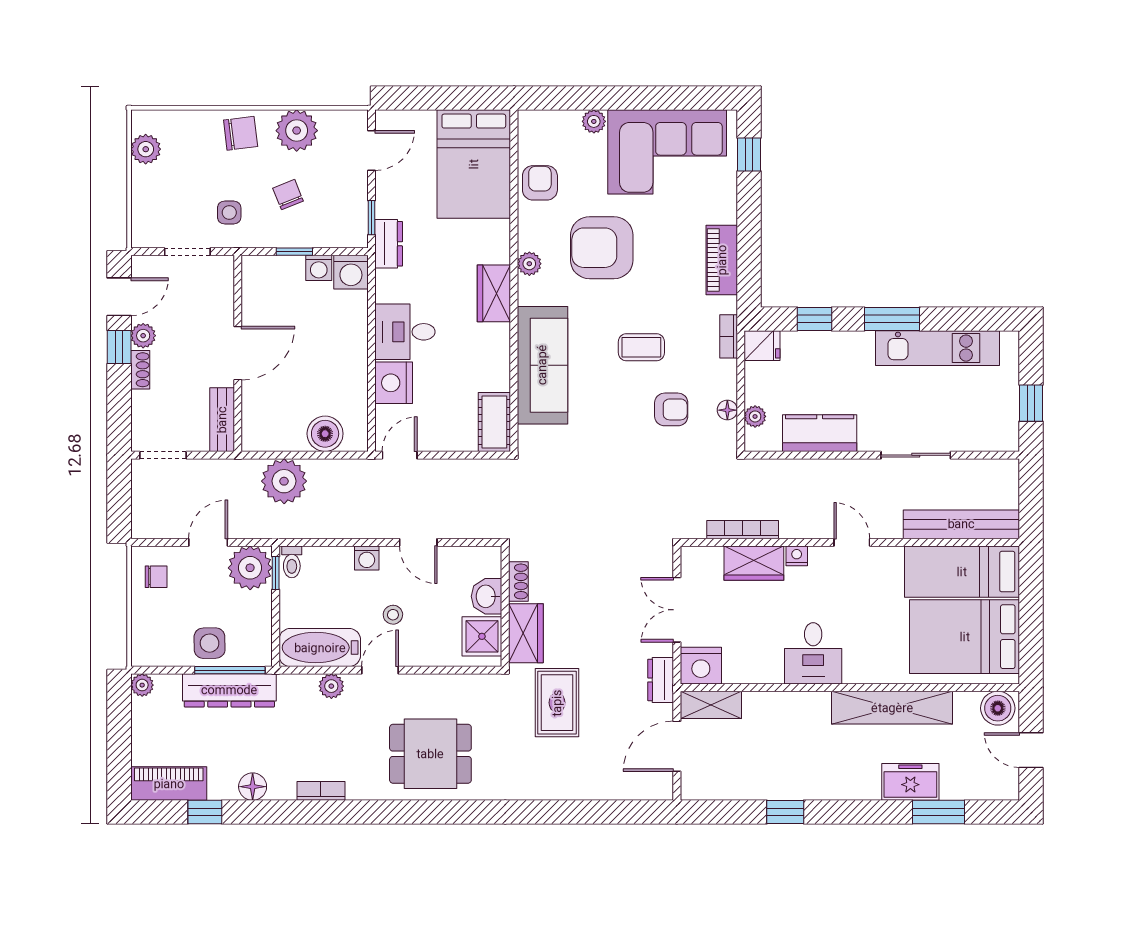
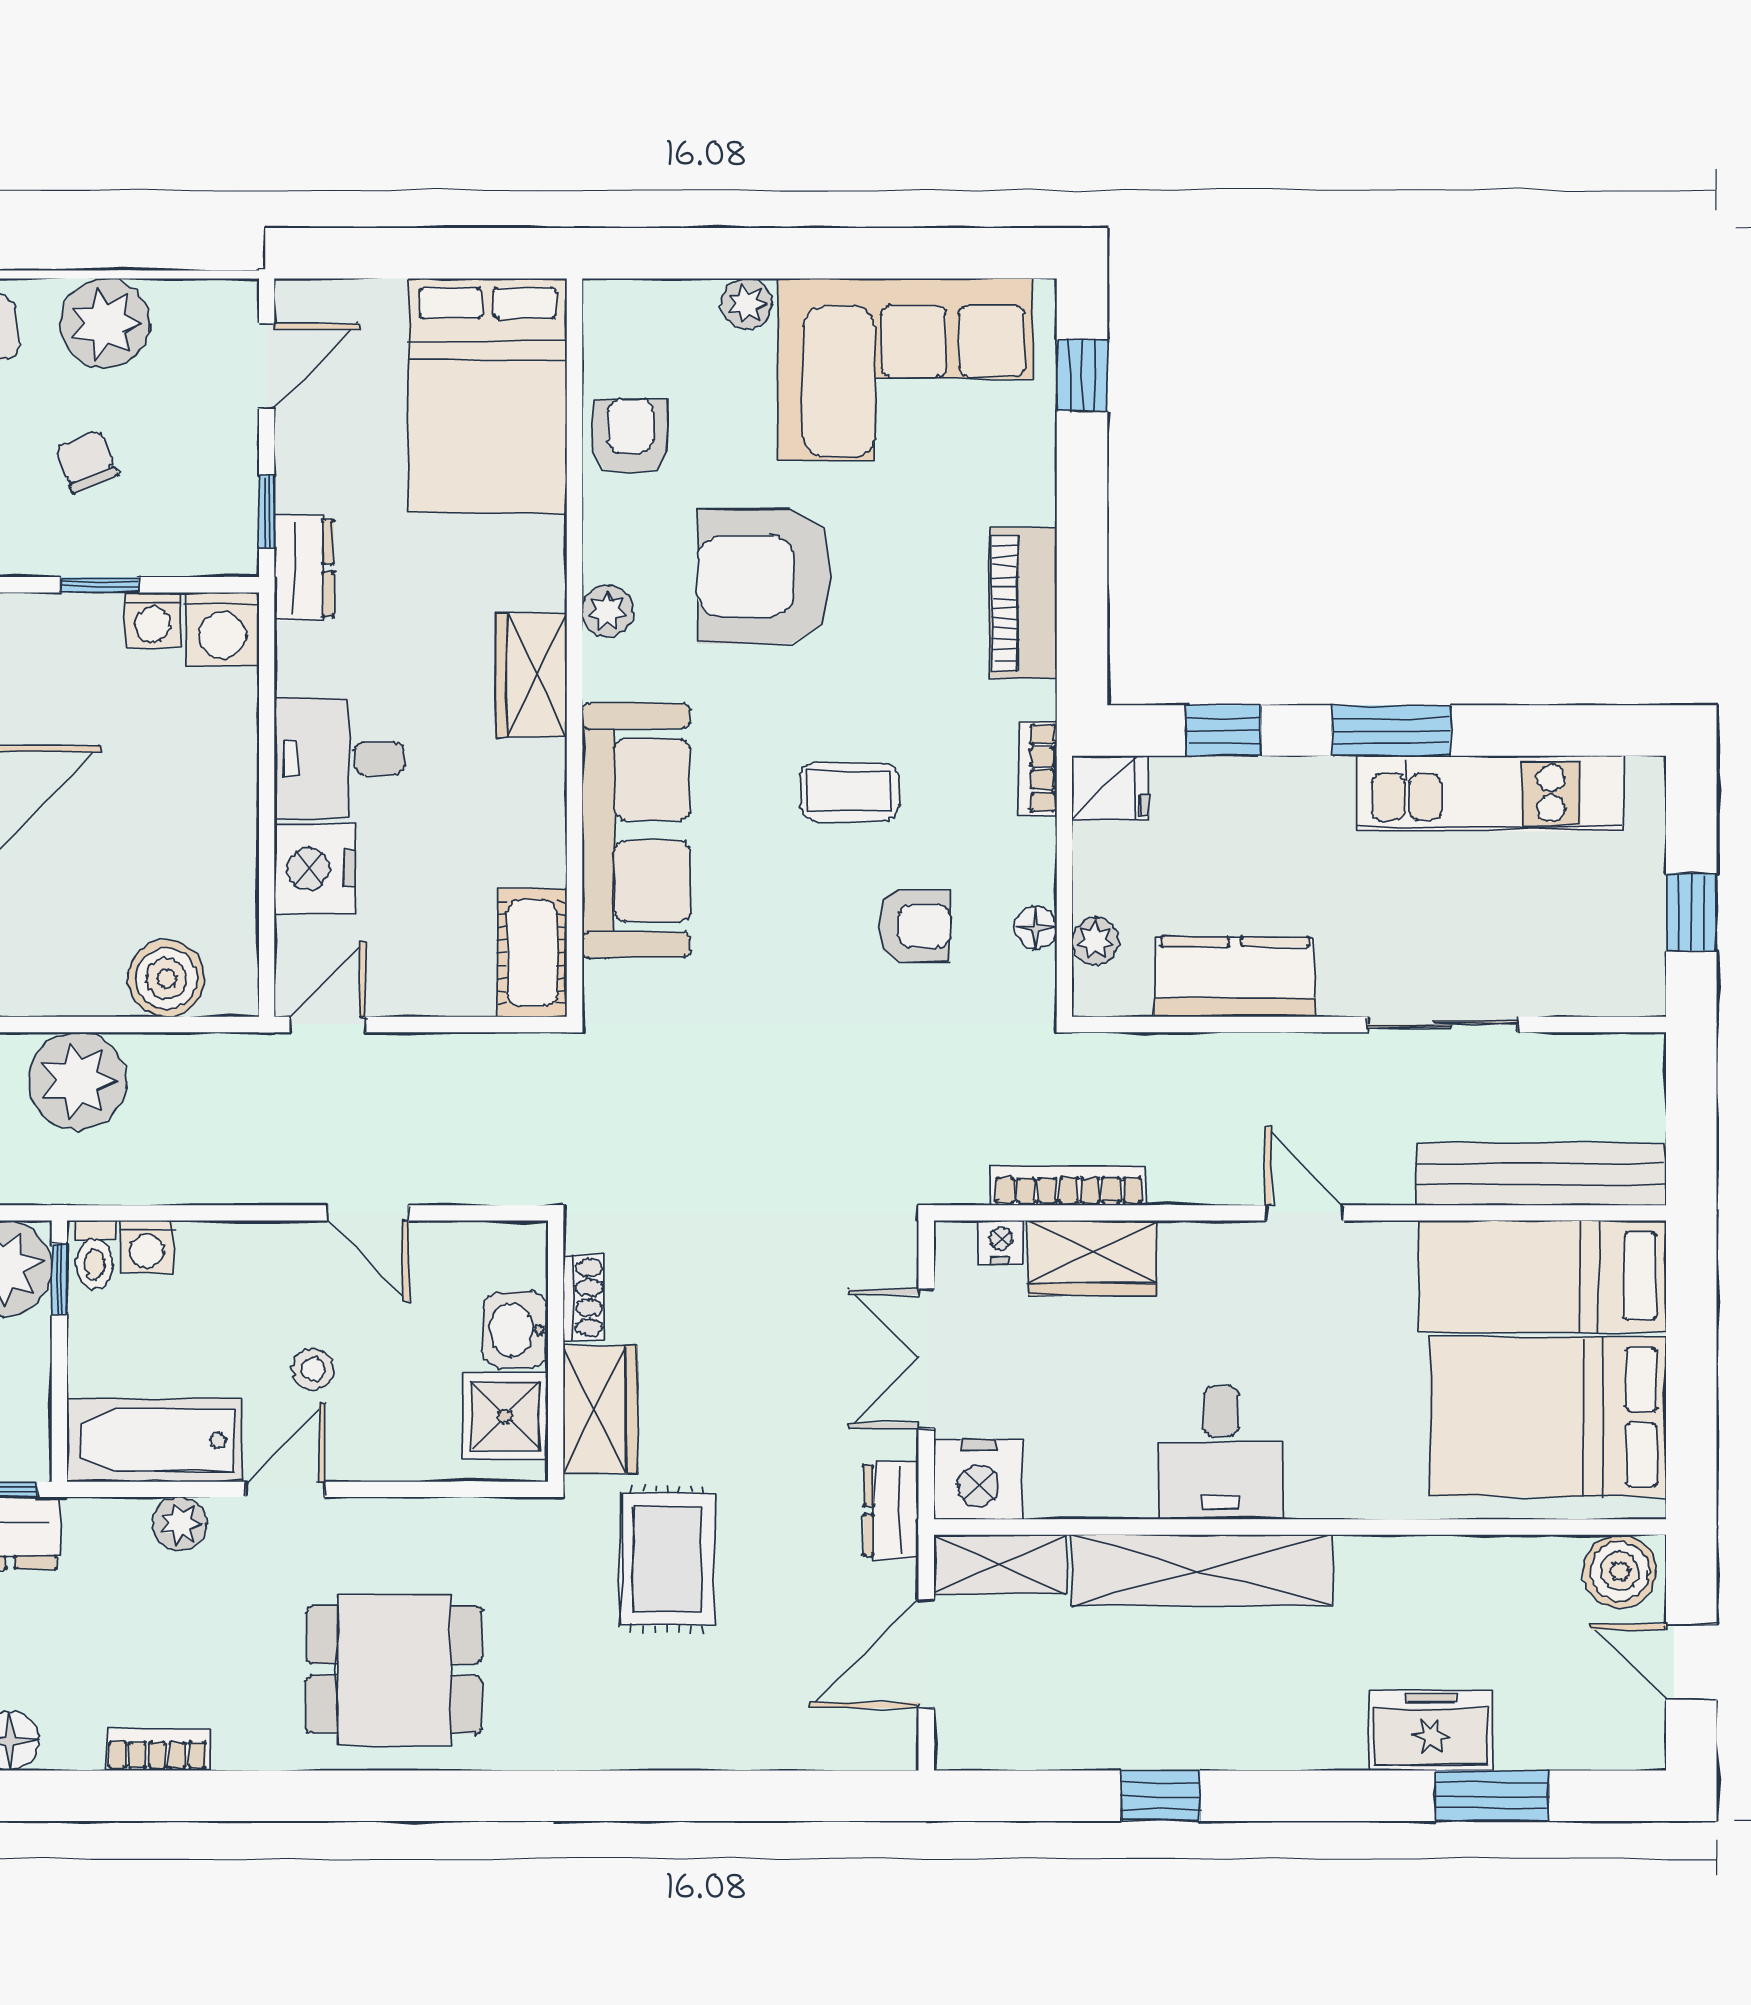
nightstand: (797, 556) -> (1001, 1242), moved
washing machine: (367, 558) -> (147, 1247), moved
shelving: (892, 708) -> (1202, 1570), moved

